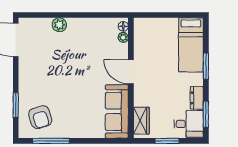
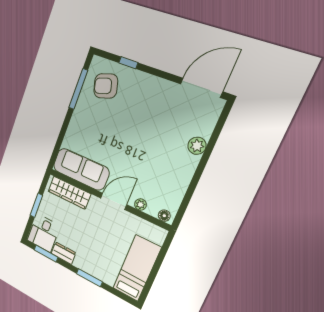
plant: (123, 37) -> (140, 205), moved
bed: (191, 45) -> (137, 268), moved, turned 90
window: (16, 105) -> (128, 63), width x0.67
wardrobe: (141, 121) -> (69, 193), width x1.50

